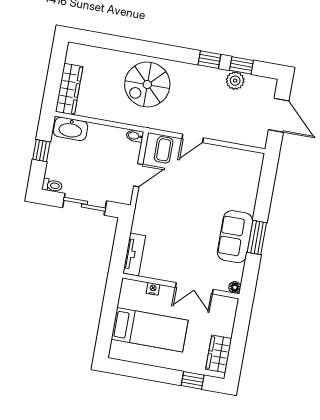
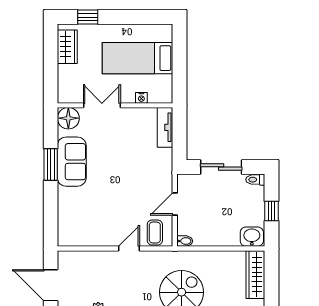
washbasin: (71, 129) -> (252, 237), width x0.72
floor lamp: (235, 287) -> (68, 118), width x1.89, depth x1.89

